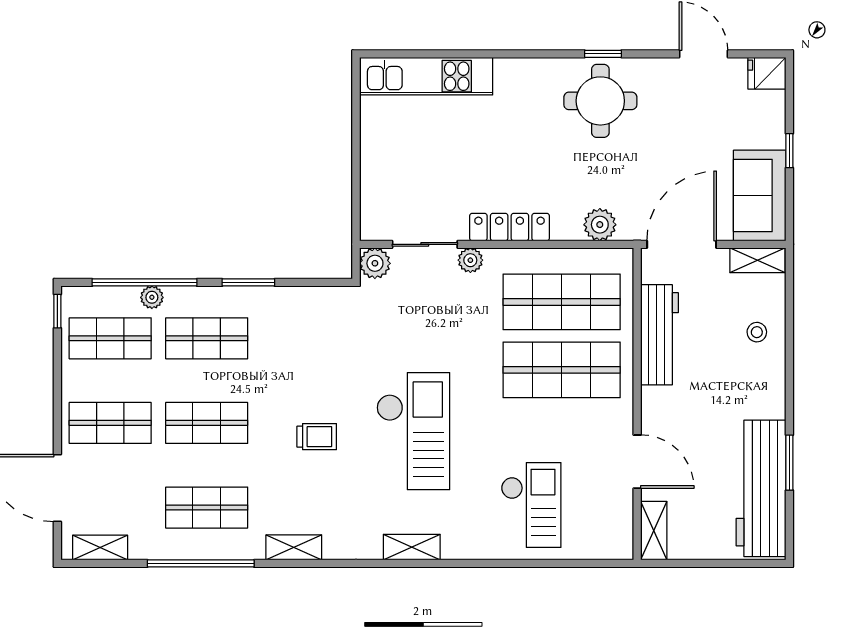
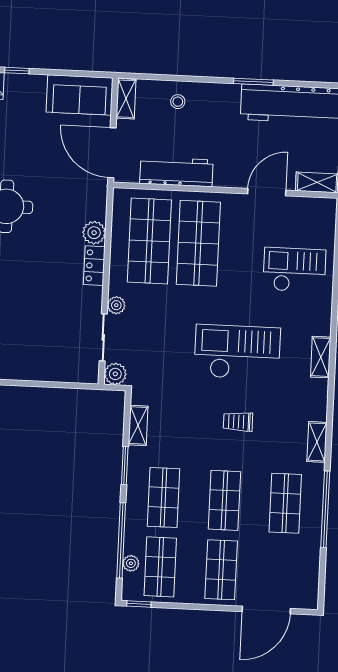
window: (789, 151) -> (17, 71), moved
plant: (600, 225) -> (94, 233), moved
locker: (509, 227) -> (94, 266), width x0.66
plant: (152, 297) -> (131, 563), moved
trolley: (317, 437) -> (238, 422), turned -90
window: (789, 463) -> (253, 82), moved
shelving: (100, 548) -> (138, 425), moved

